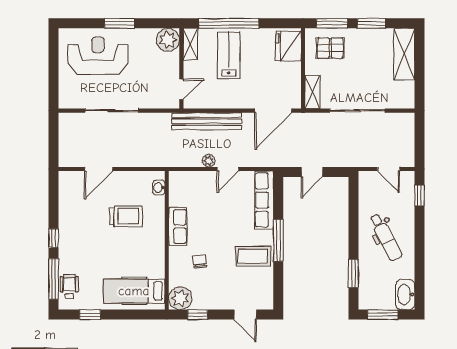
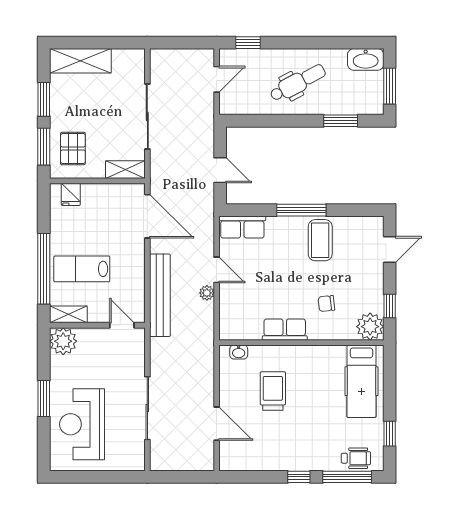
fridge: (288, 46) -> (71, 194), width x0.53, depth x0.75
row of seats: (264, 200) -> (242, 227), width x0.68
wheelchair: (69, 286) -> (356, 458), turned 180

